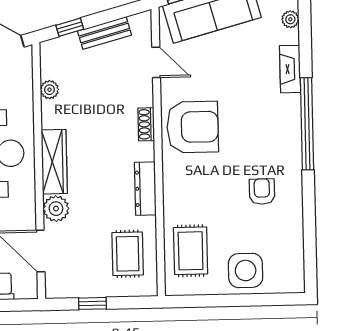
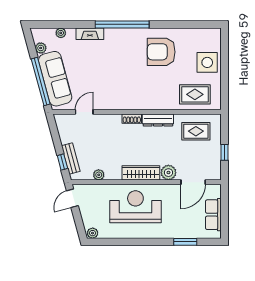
bench: (105, 33) -> (71, 158), moved
shoe rack: (146, 124) -> (132, 119), moved
armchair: (193, 127) -> (122, 92), removed
armchair: (262, 192) -> (161, 52), width x1.88, depth x1.88

